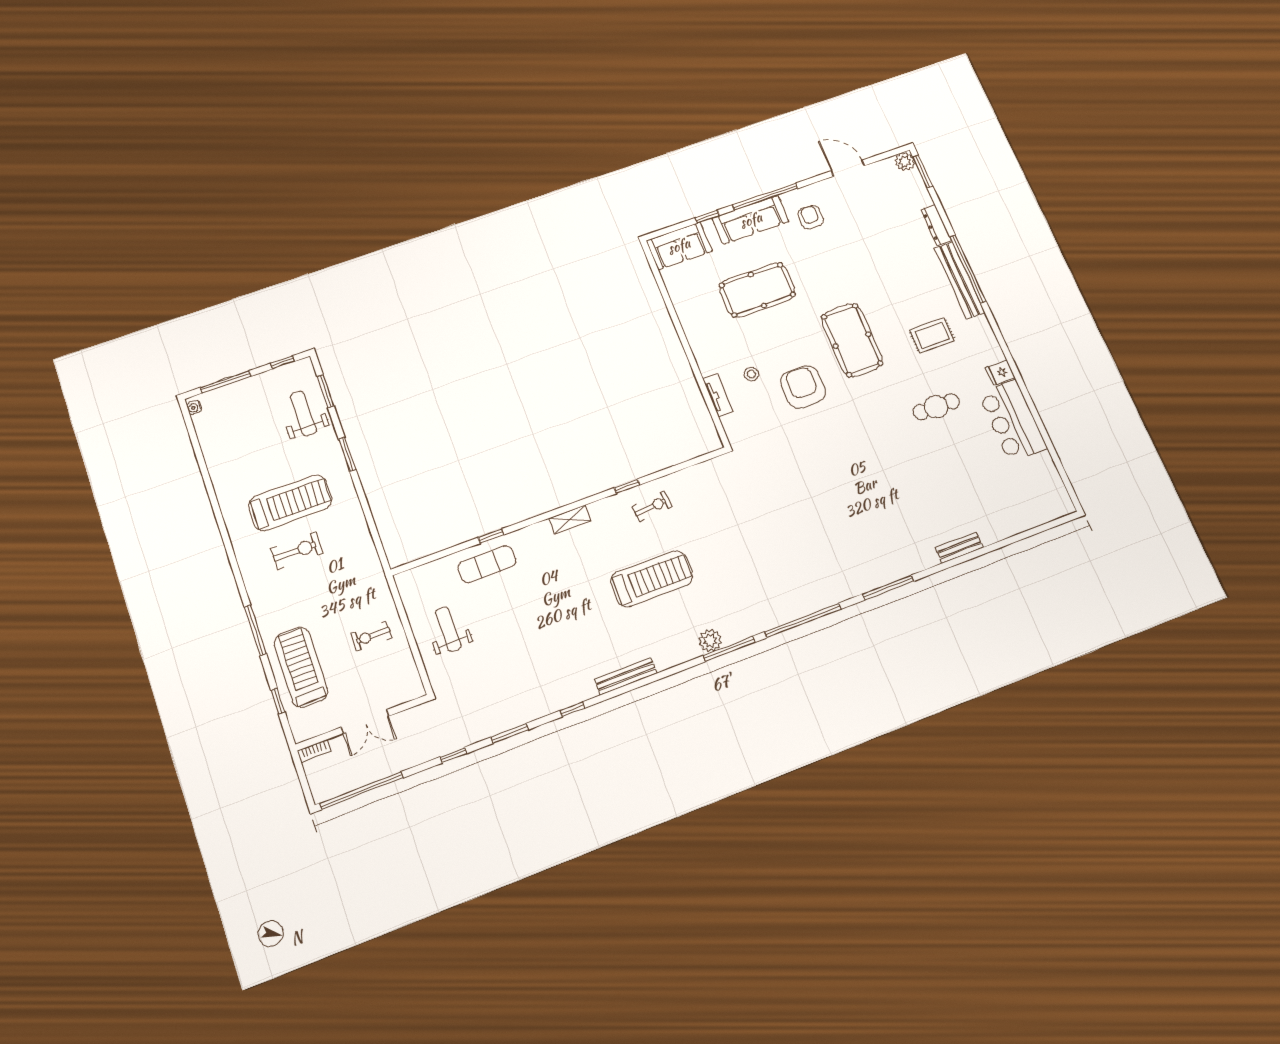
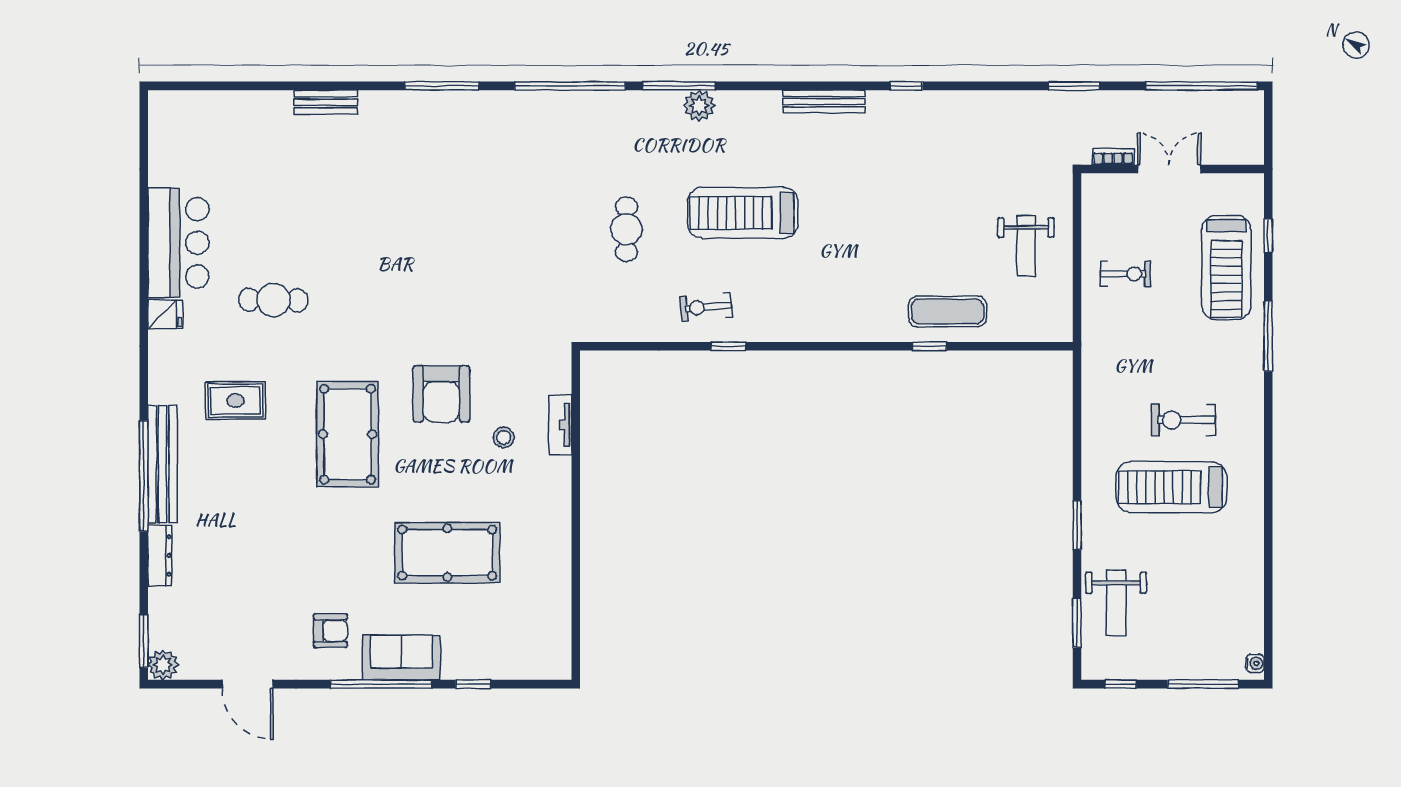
armchair: (811, 217) -> (330, 631), turned -90
sofa: (751, 220) -> (401, 658), width x0.73
sofa: (679, 246) -> (529, 655), removed
shelving: (570, 519) -> (820, 330), removed
cafe table: (726, 538) -> (627, 229), added
window: (510, 733) -> (995, 86), removed
bookcase: (314, 751) -> (1113, 157), moved
window: (453, 755) -> (1074, 86), width x1.50

